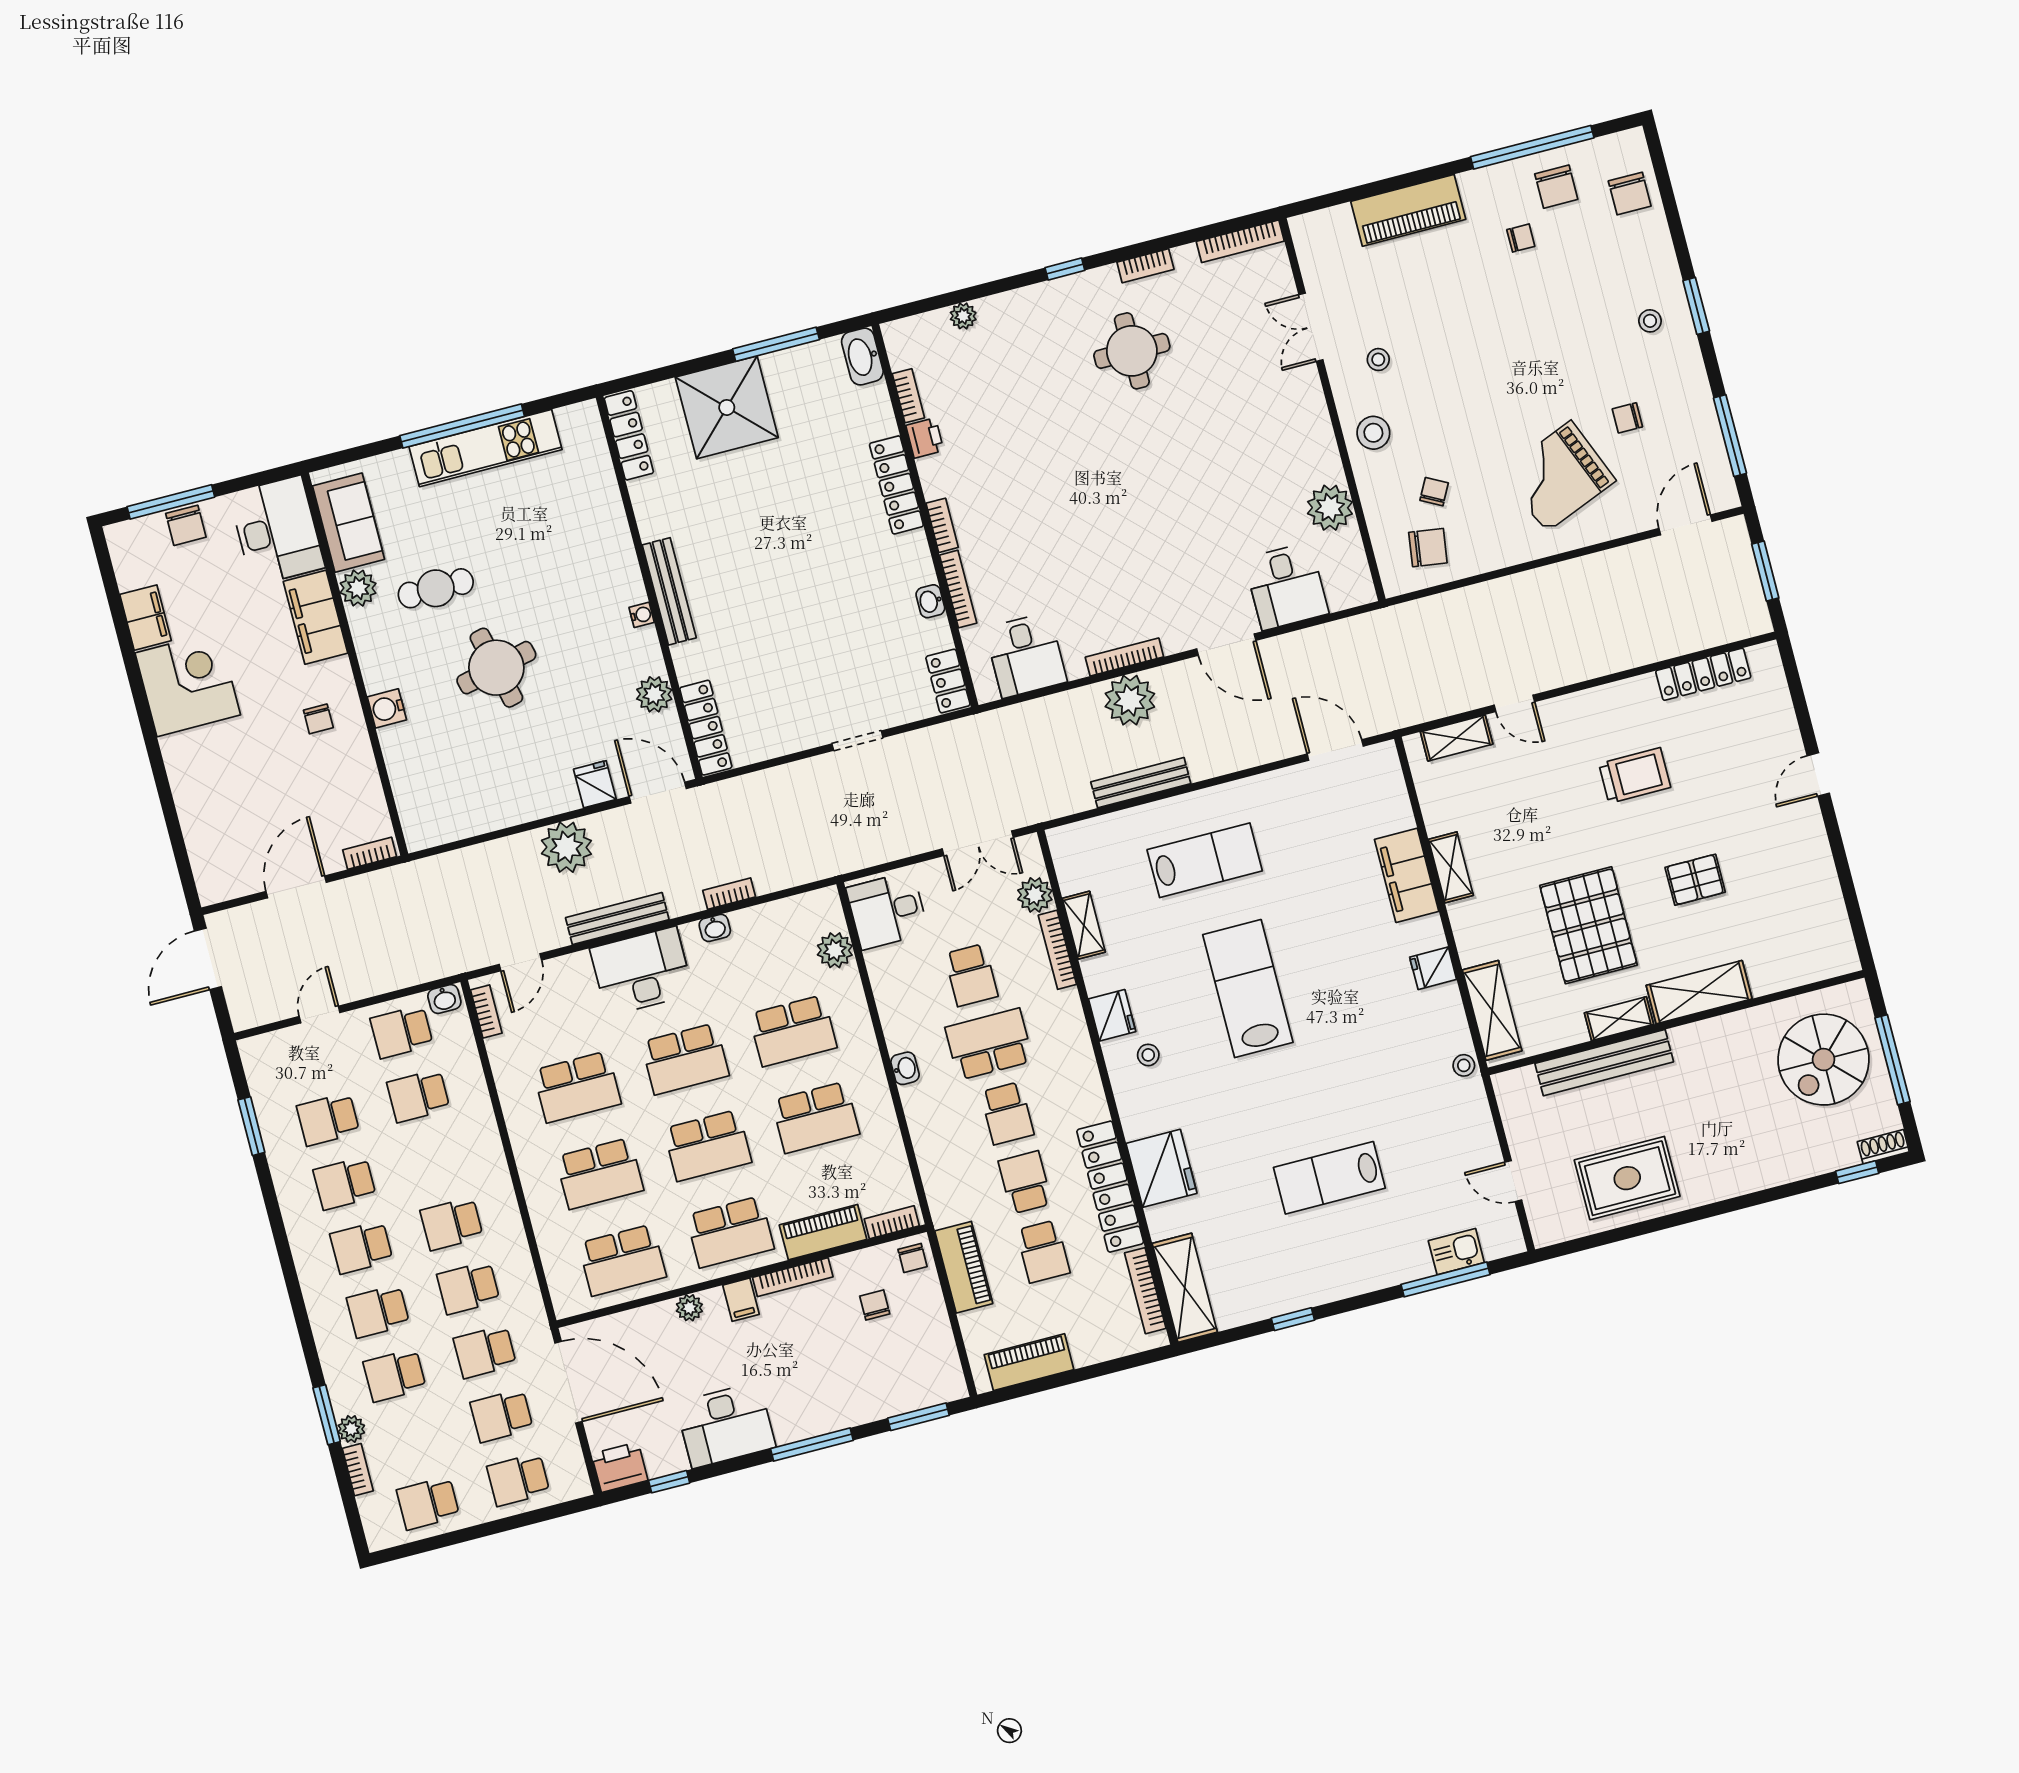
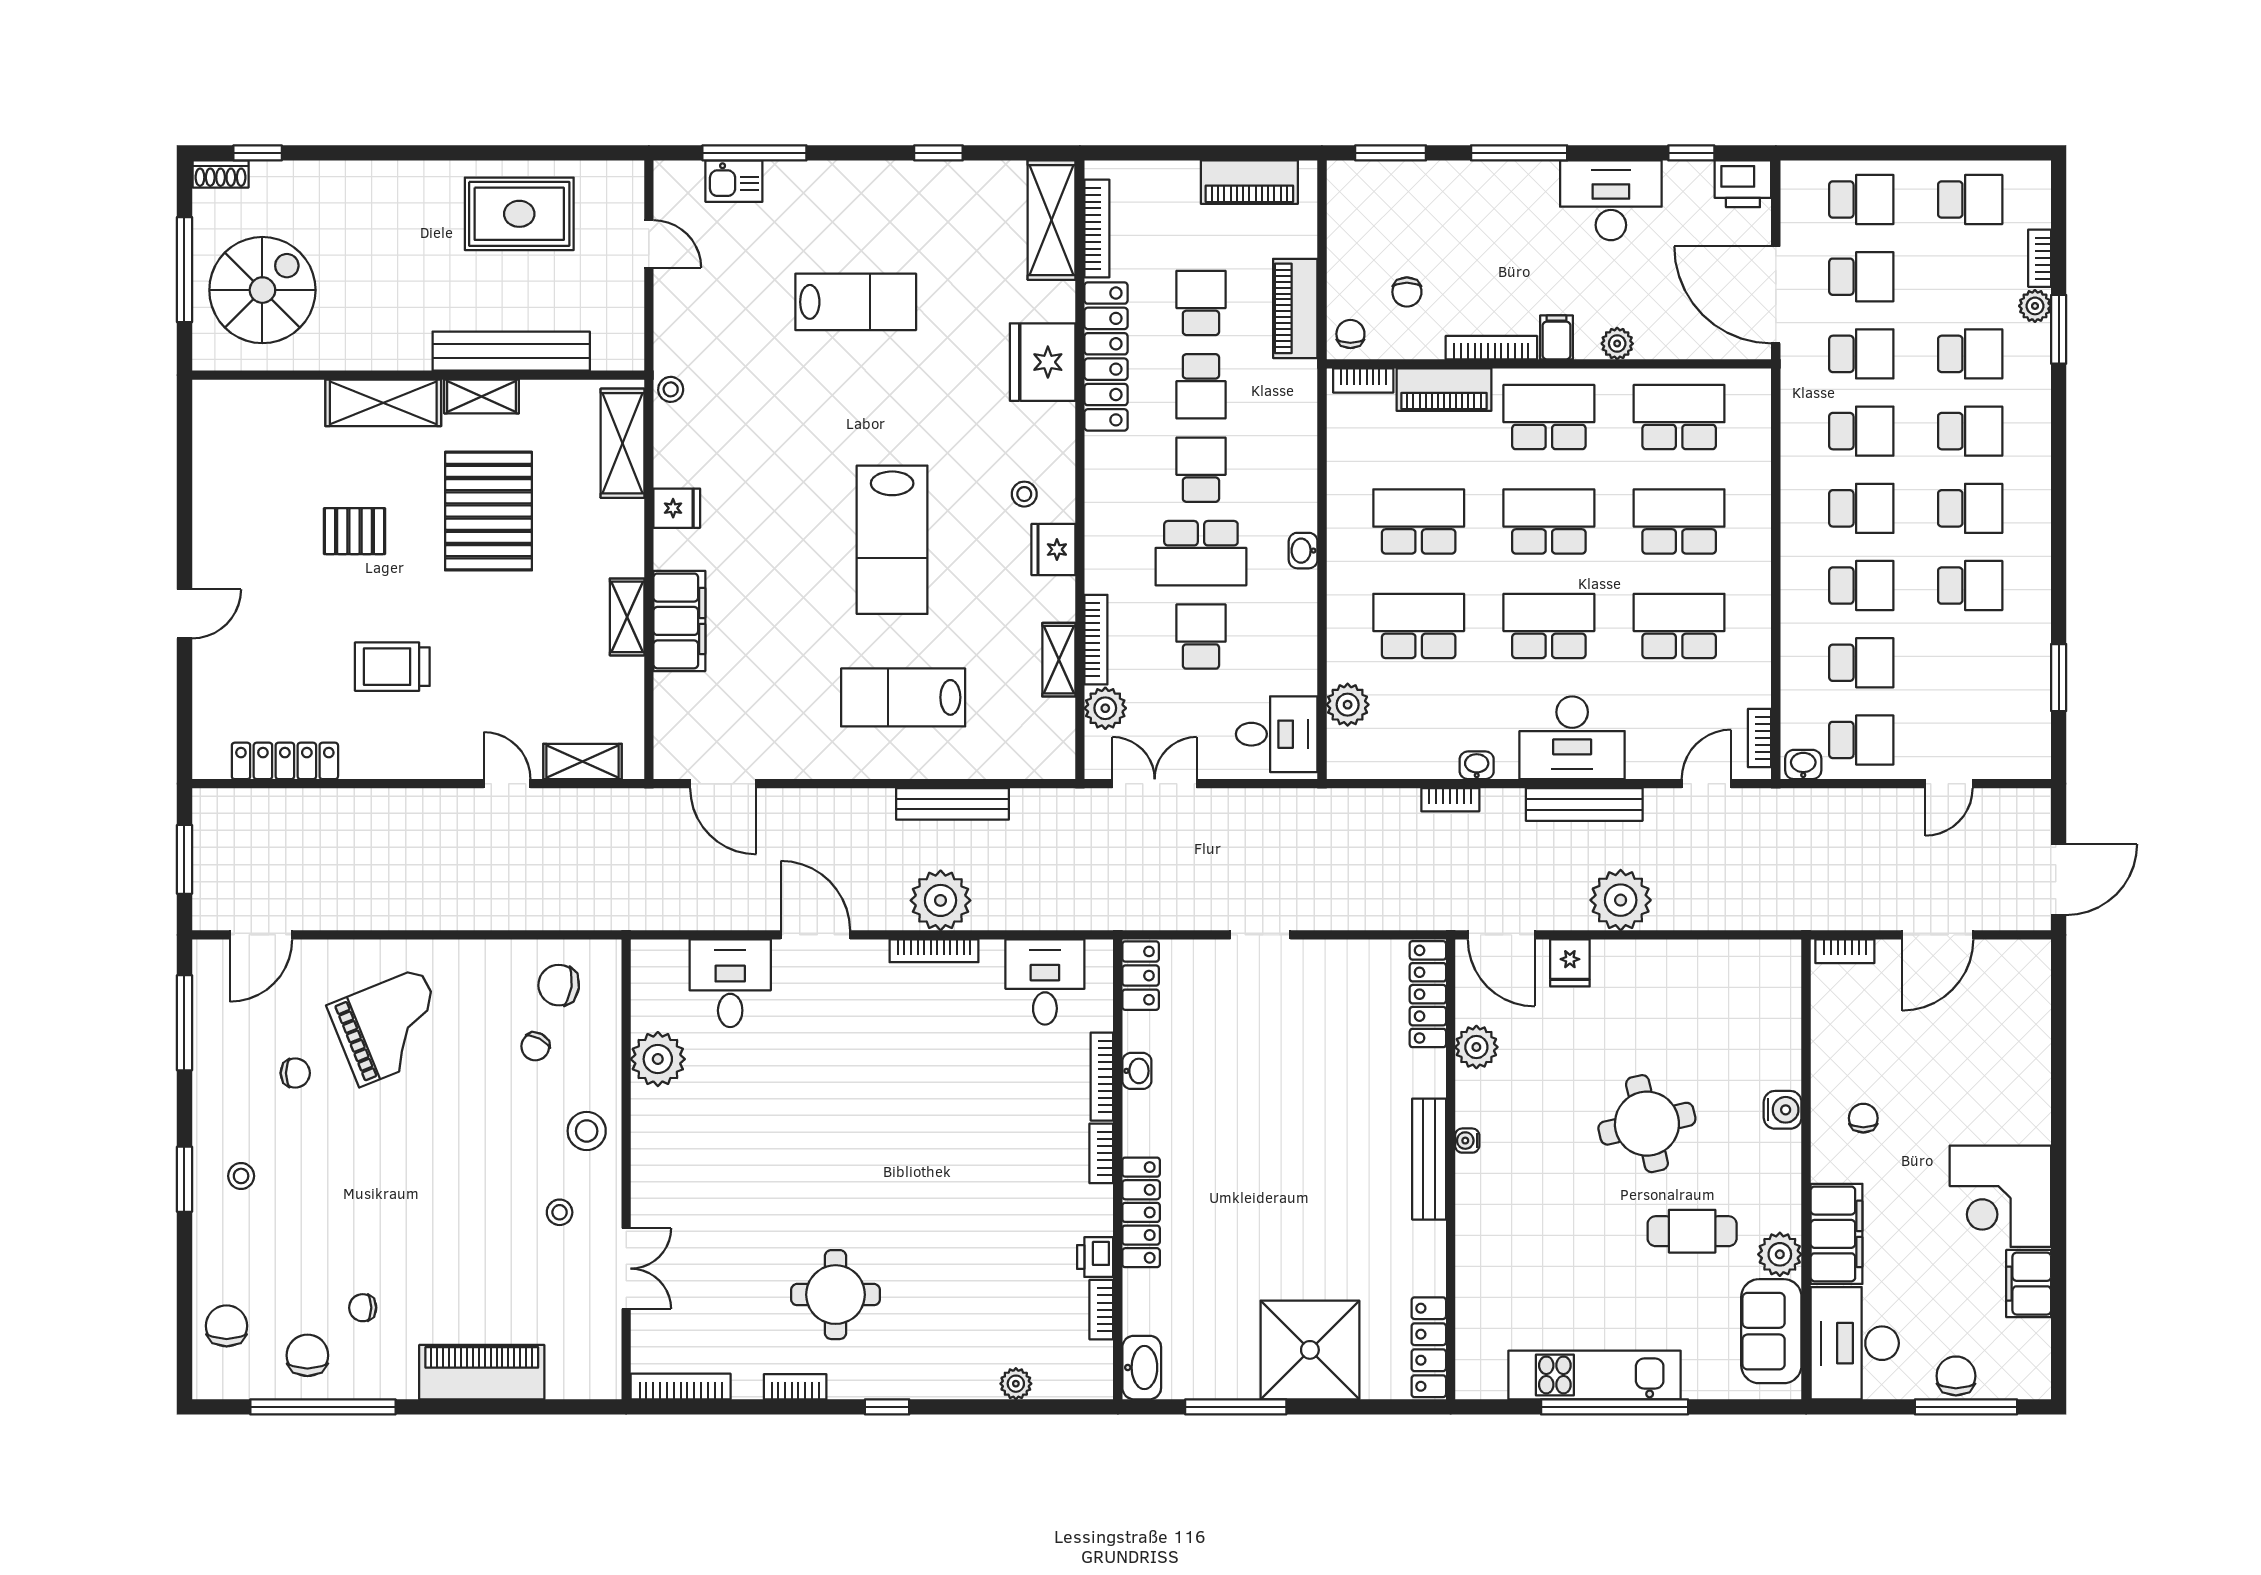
school desk: (328, 1119) -> (1861, 586), moved

